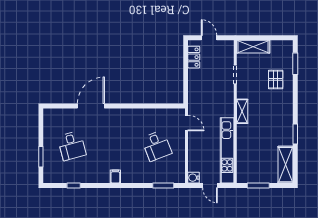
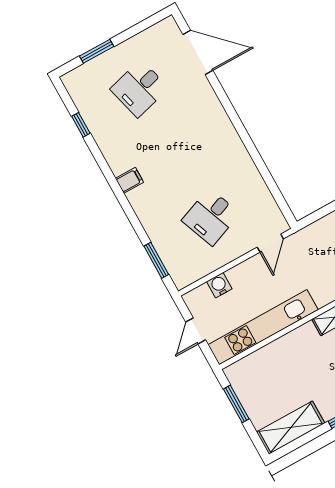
door: (91, 106) -> (198, 52), moved
water cooler: (193, 178) -> (219, 285), moved

